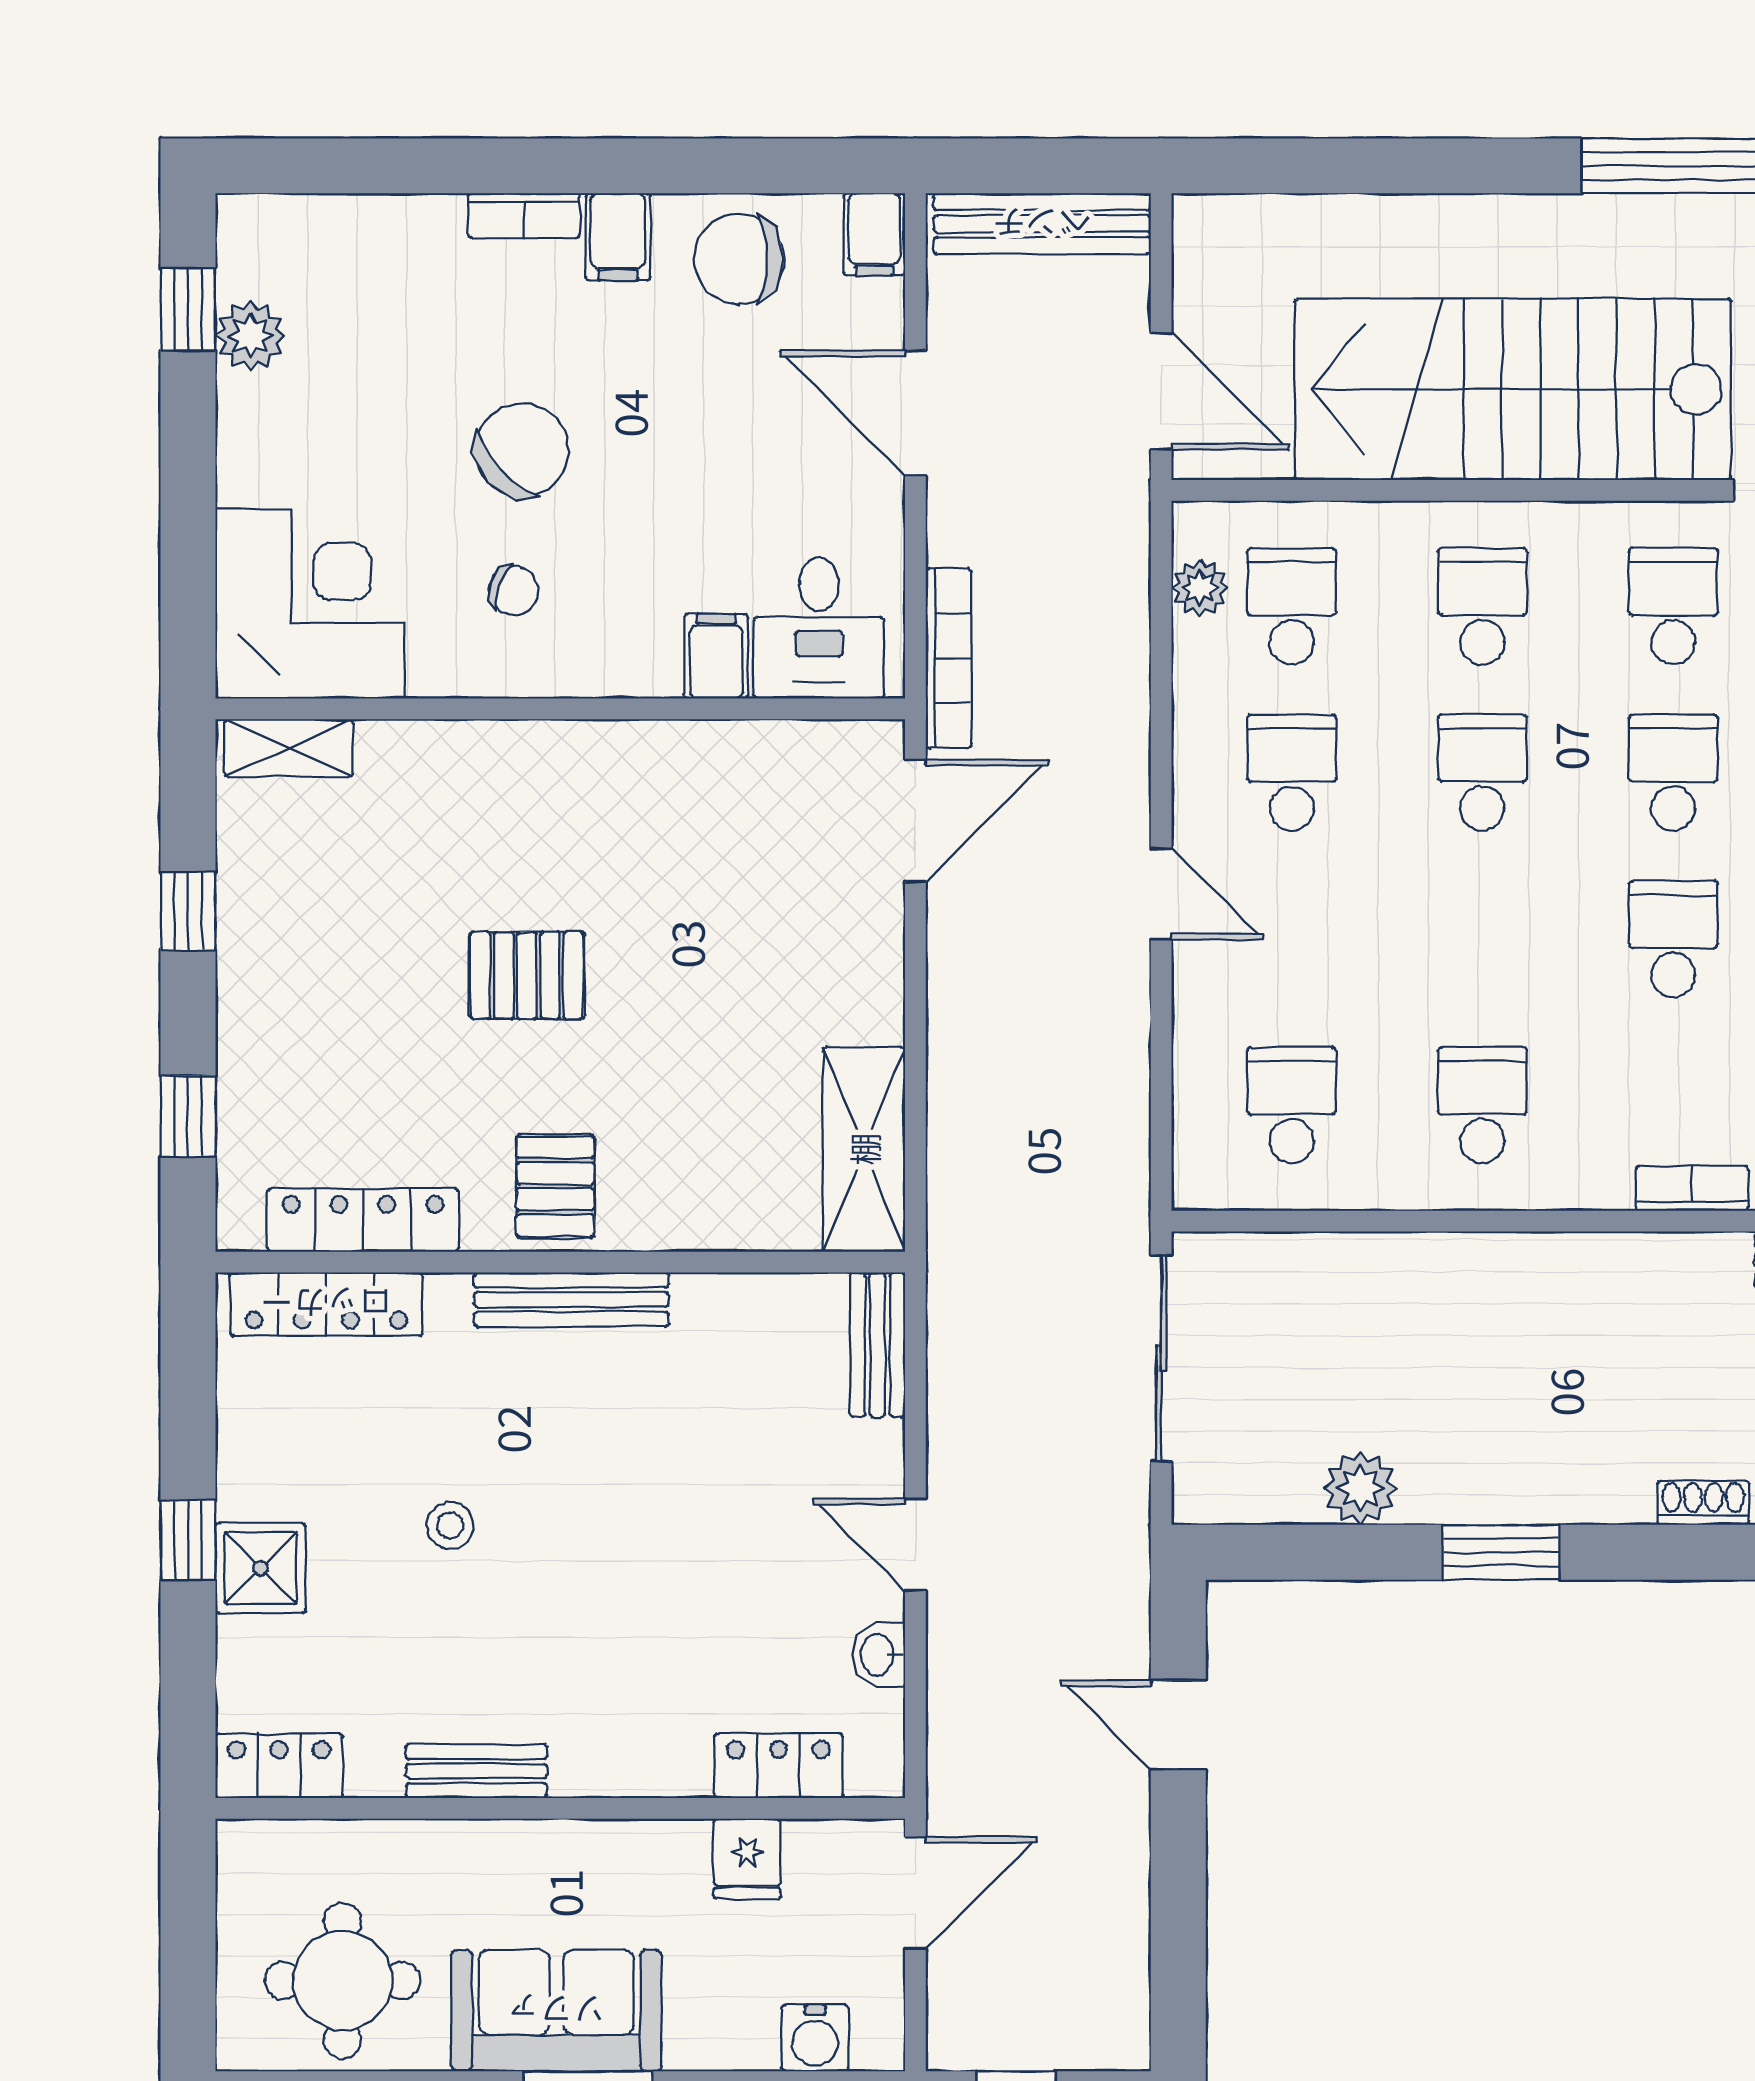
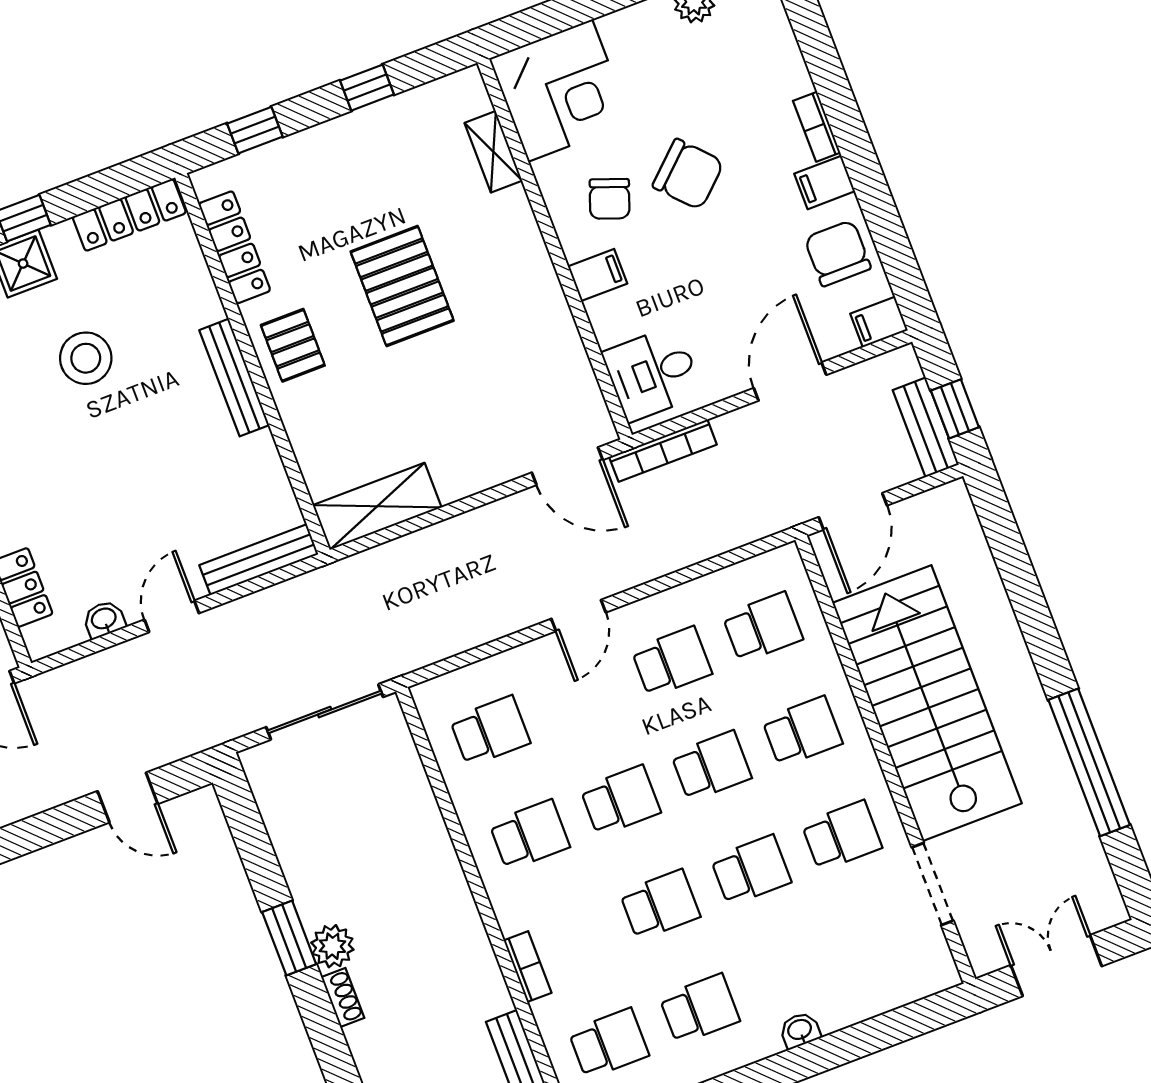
window: (1059, 166) -> (955, 409), added
bench: (1042, 224) -> (926, 427), width x0.73
plant: (1200, 588) -> (753, 573), removed
chair: (513, 591) -> (610, 199), width x1.37, depth x1.37
filing cabinet: (716, 656) -> (598, 275), moved
shelving: (289, 748) -> (493, 152), moved
school desk: (1482, 939) -> (620, 800), added
pallet: (527, 975) -> (402, 286), width x1.50, depth x1.42
pallet: (555, 1186) -> (293, 345), turned 90
locker: (326, 1304) -> (129, 215), moved, turned -90
bench: (877, 1345) -> (259, 560), width x1.36
plant: (1361, 1488) -> (332, 946), moved
shoe rack: (1703, 1503) -> (343, 997), moved
stool: (450, 1525) -> (86, 358), width x1.89, depth x1.89
door: (1178, 1725) -> (128, 797), swing flipped

